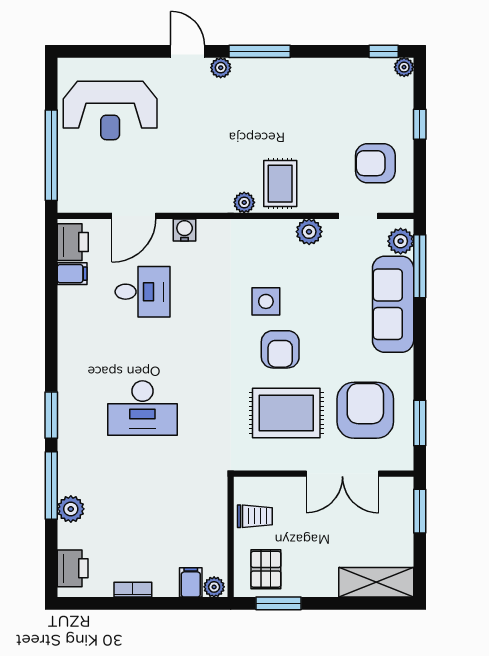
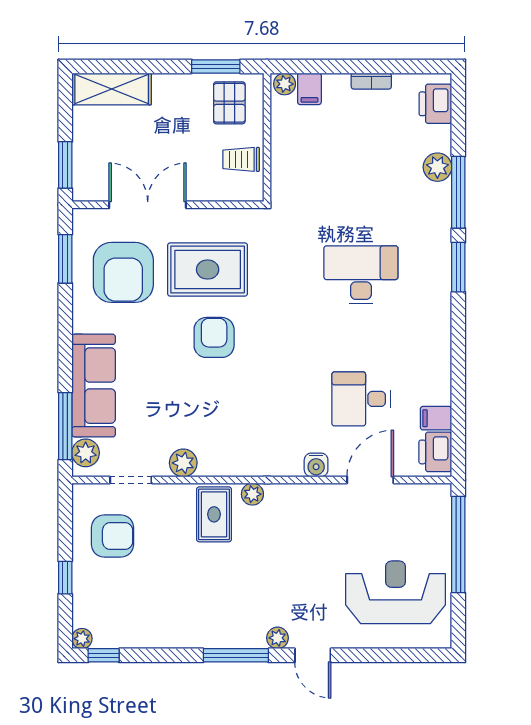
side table: (266, 301) -> (229, 389), removed

